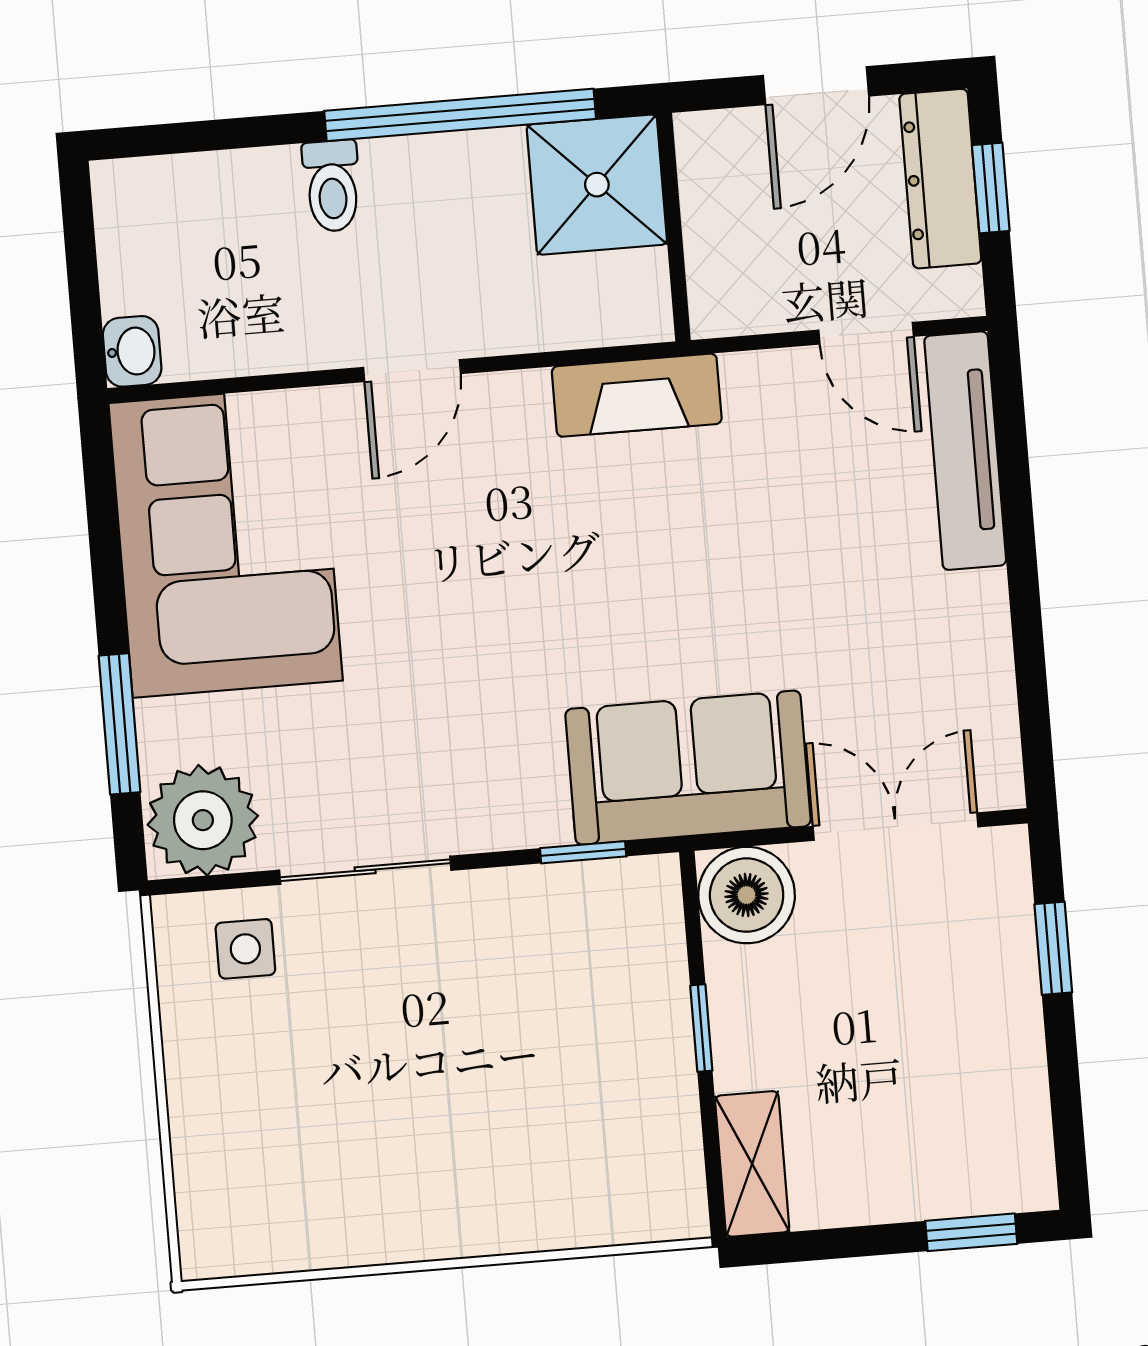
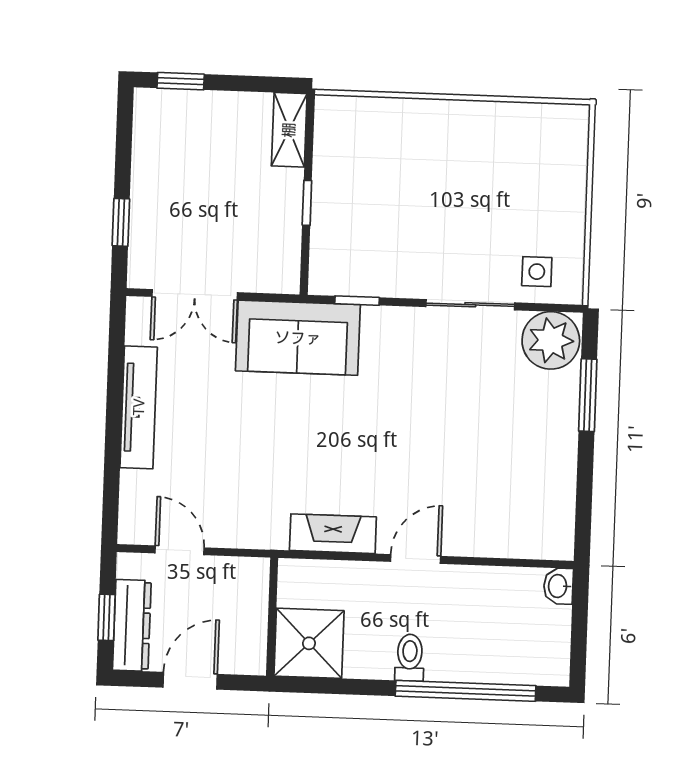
window: (460, 115) -> (466, 691), moved
toilet: (332, 186) -> (410, 658), moved
fireplace: (637, 395) -> (333, 534), moved
tv unit: (965, 451) -> (139, 407), moved
corner sofa: (226, 542) -> (522, 482), removed
boiler: (747, 895) -> (276, 269), removed

